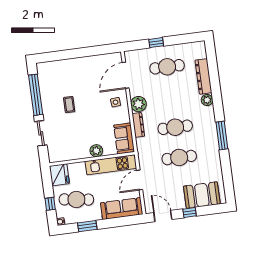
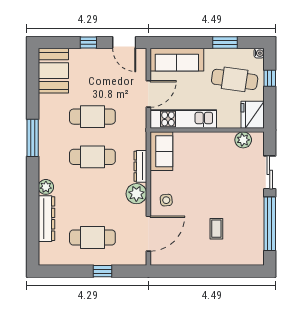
coffee table: (69, 105) -> (216, 229), moved
plant: (96, 151) -> (243, 140), moved
booth: (202, 195) -> (53, 71), moved, turned 90

